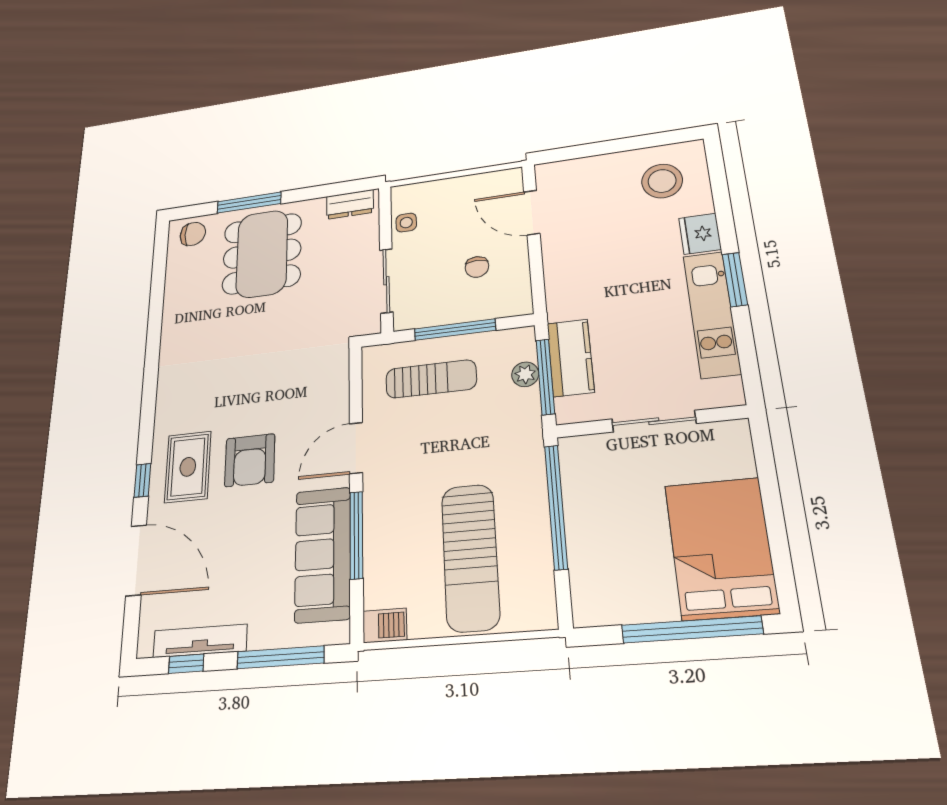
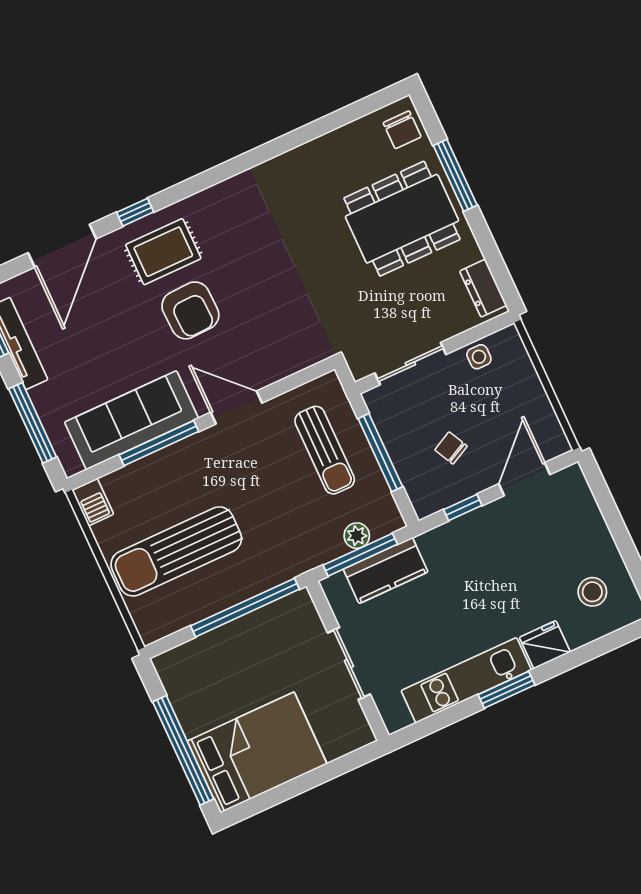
stool: (662, 181) -> (592, 592), width x0.73, depth x0.73
chair: (477, 267) -> (451, 448), turned 63
window: (537, 272) -> (463, 507), added
armchair: (250, 460) -> (190, 310), turned -92

